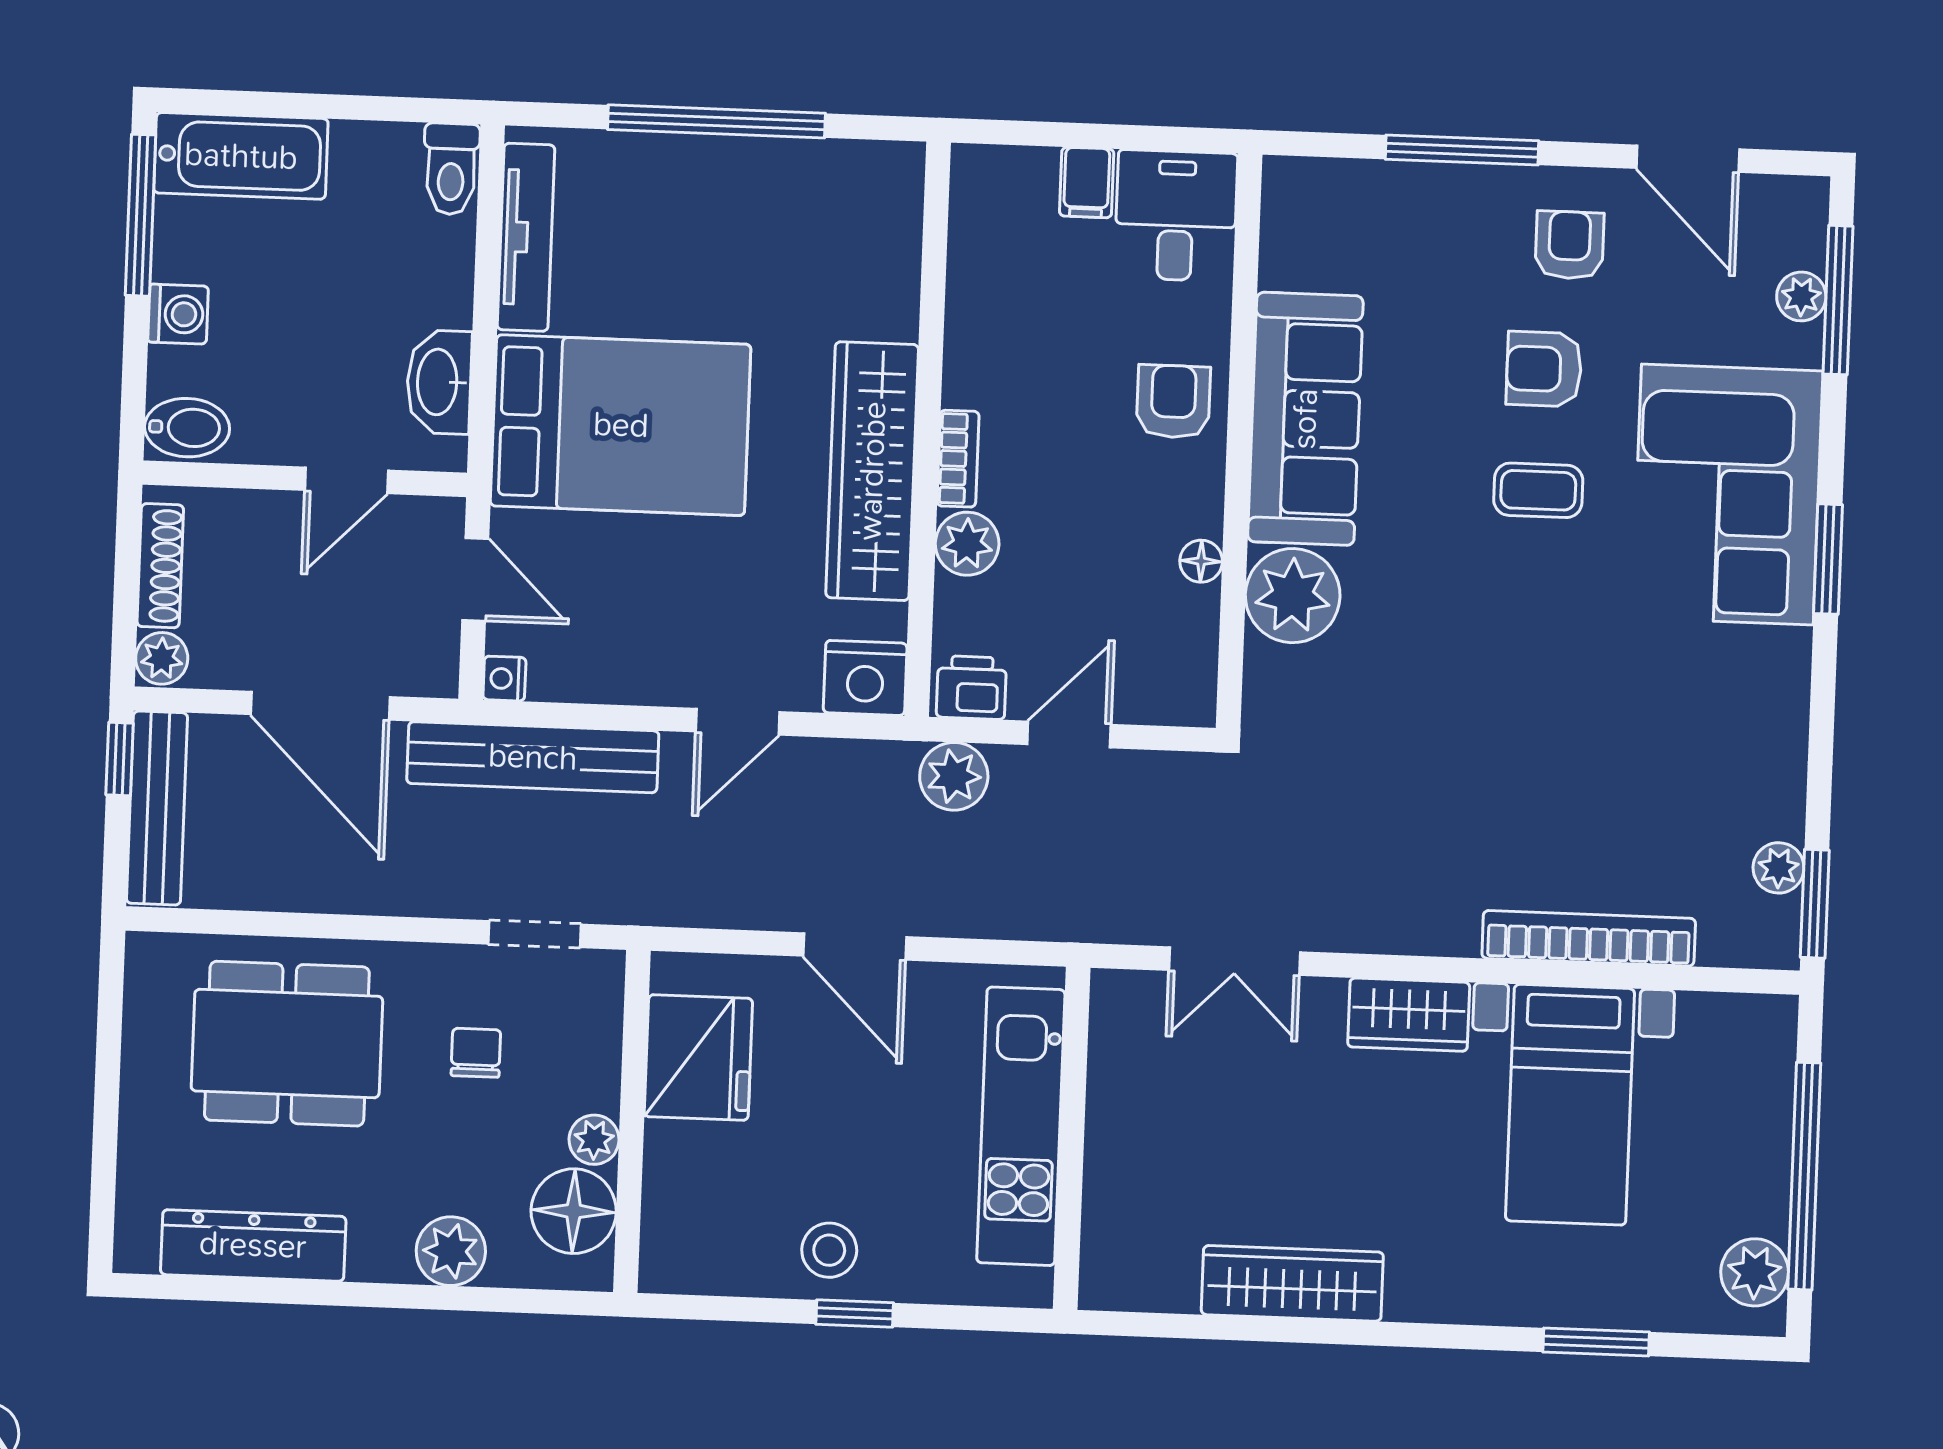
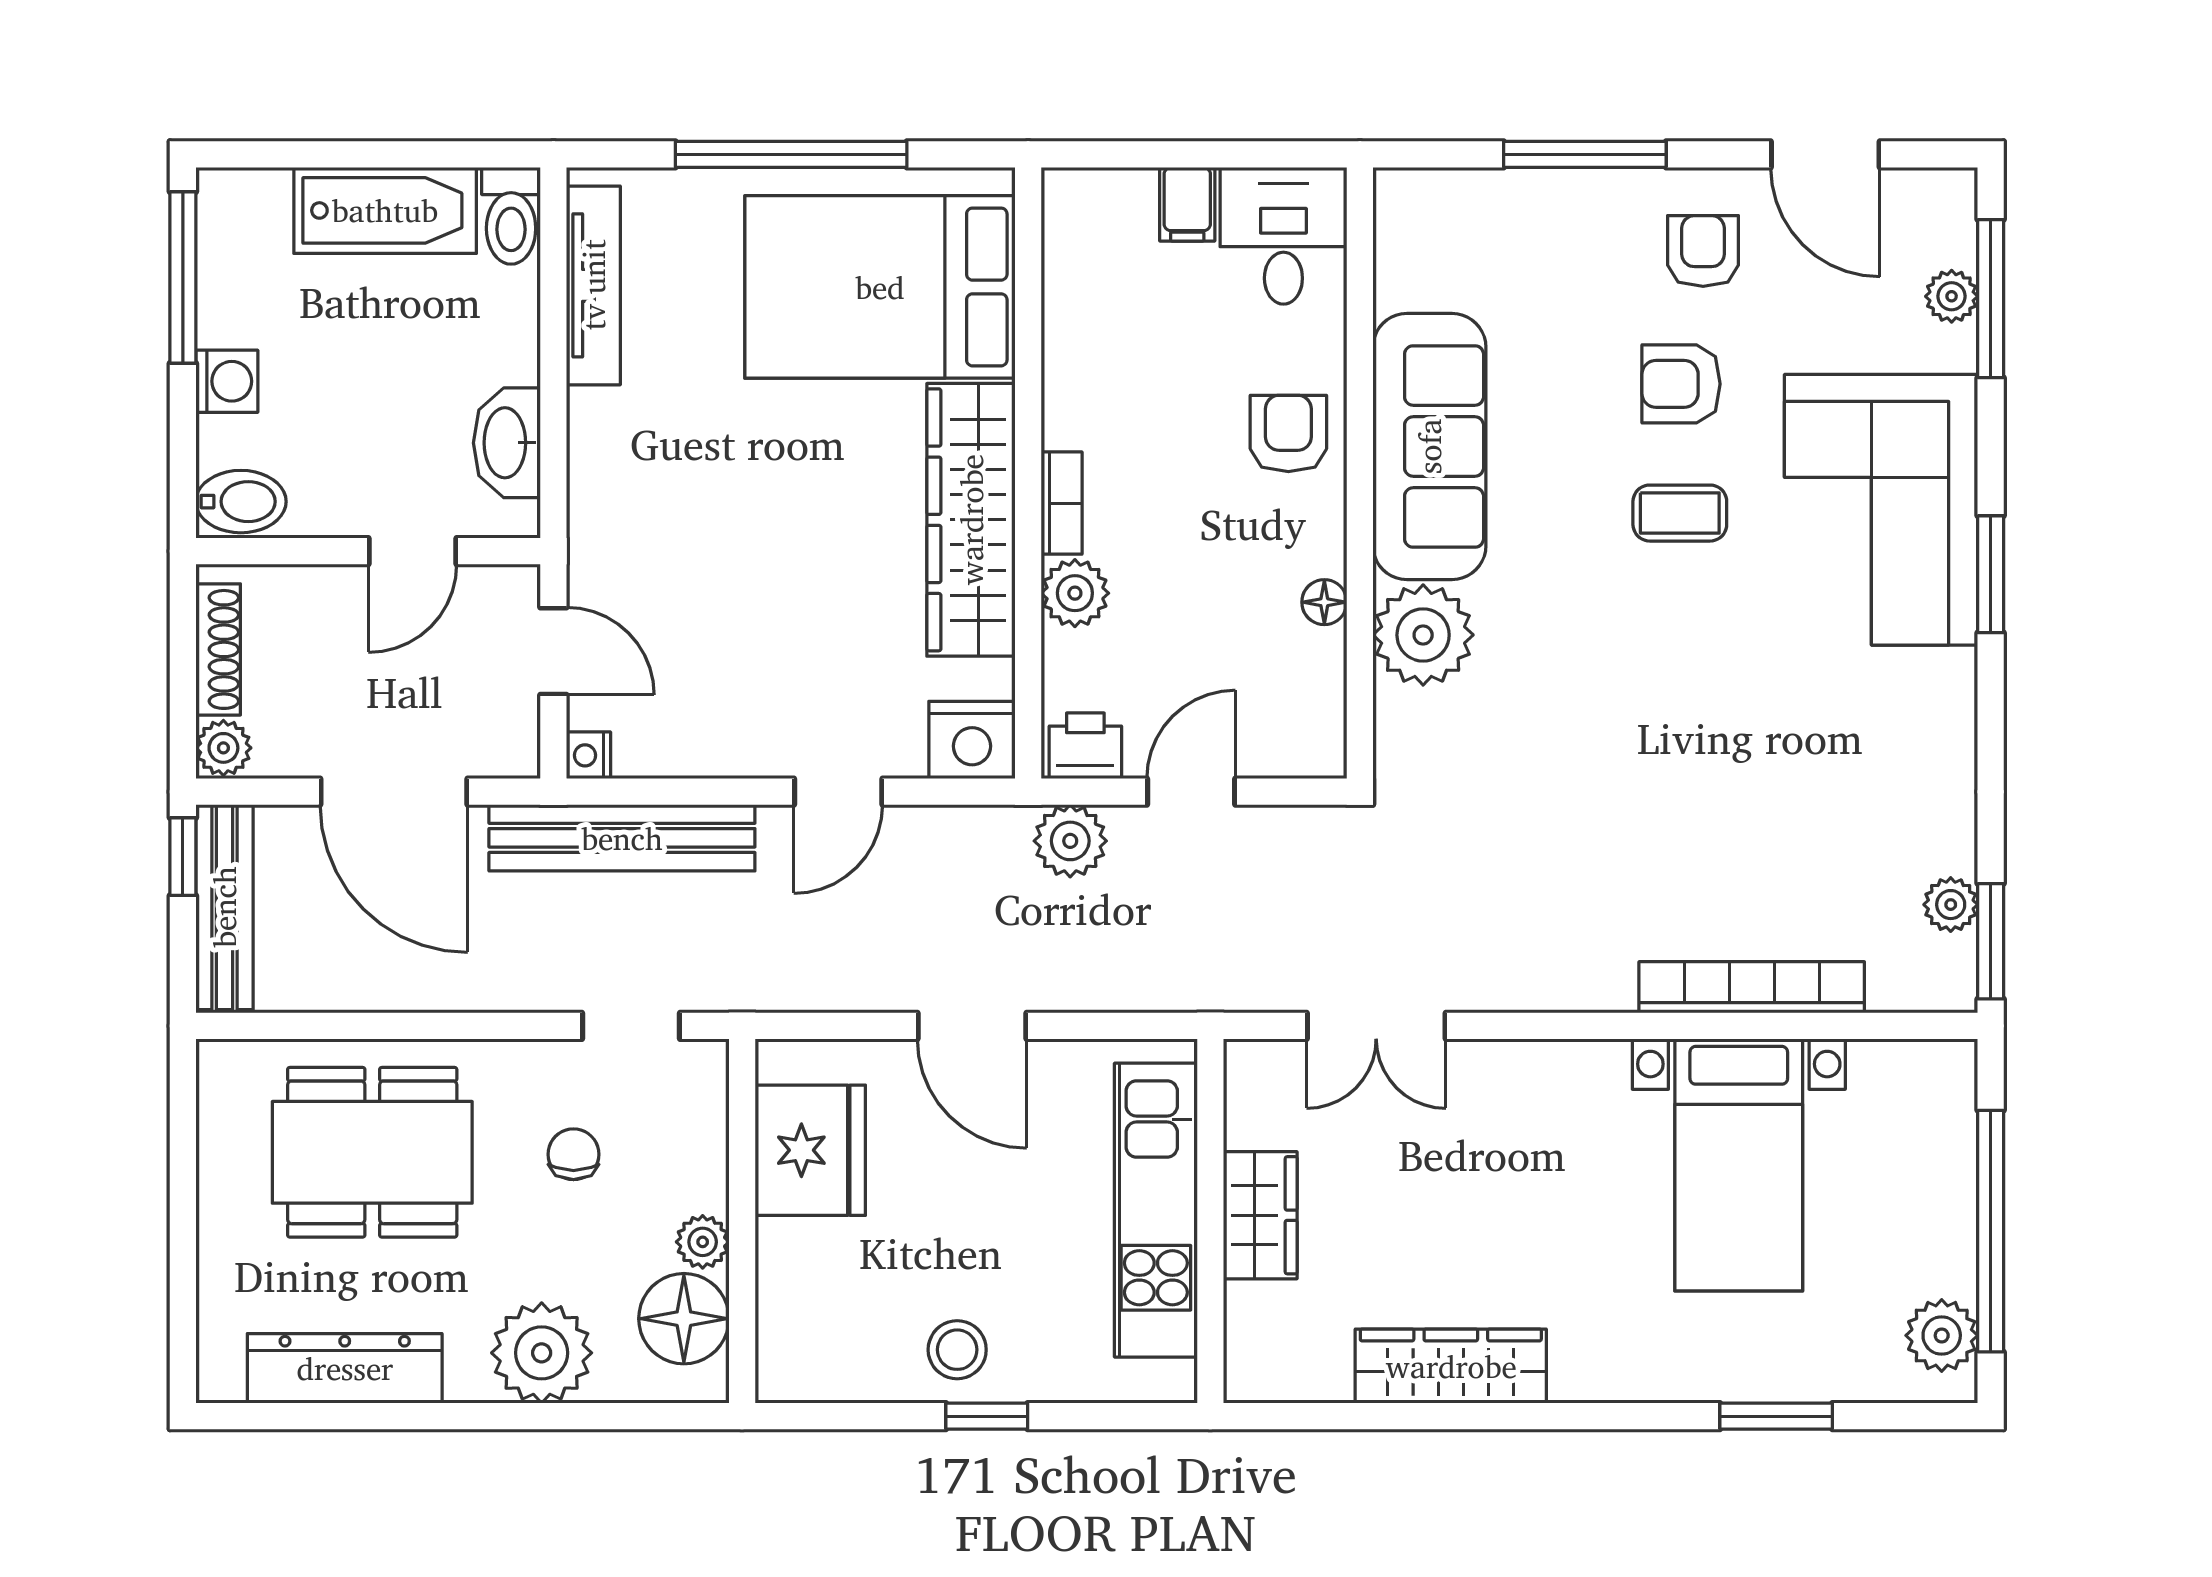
bathtub: (241, 156) -> (385, 210), moved
bed: (621, 425) -> (880, 287), moved, turned 180
wardrobe: (1409, 1015) -> (1260, 1215), moved, turned -90
plant: (451, 1251) -> (542, 1353), width x1.36, depth x1.36

